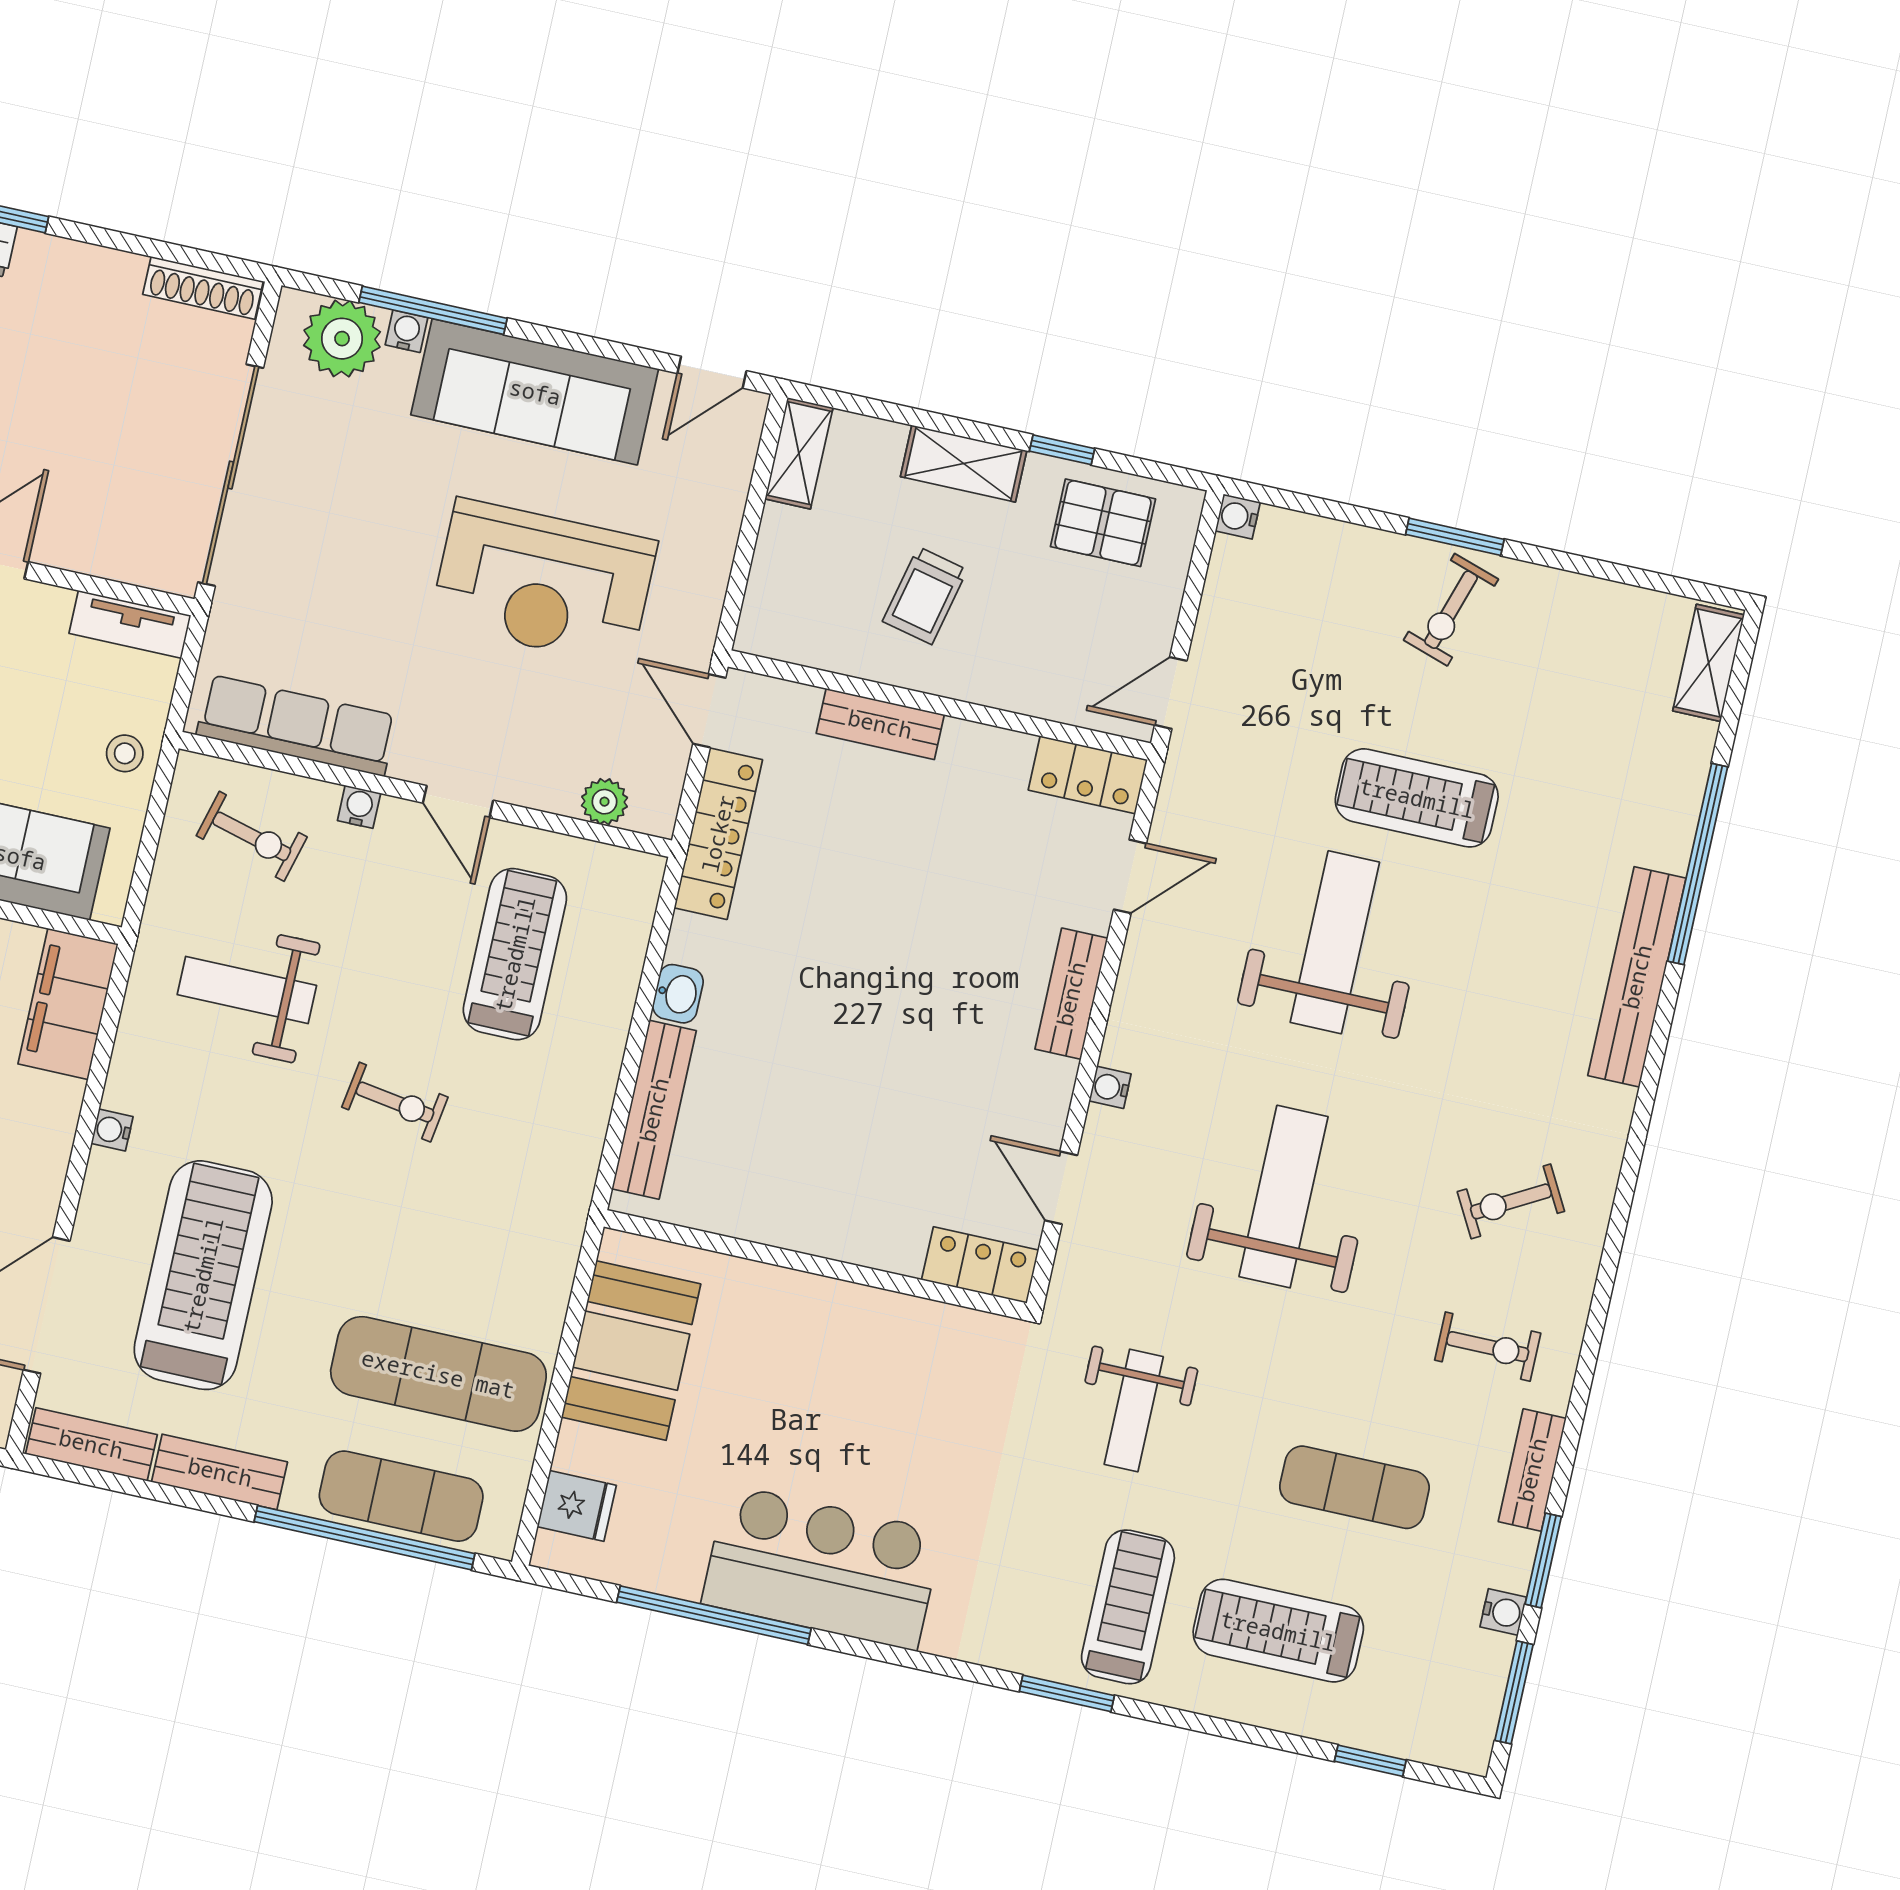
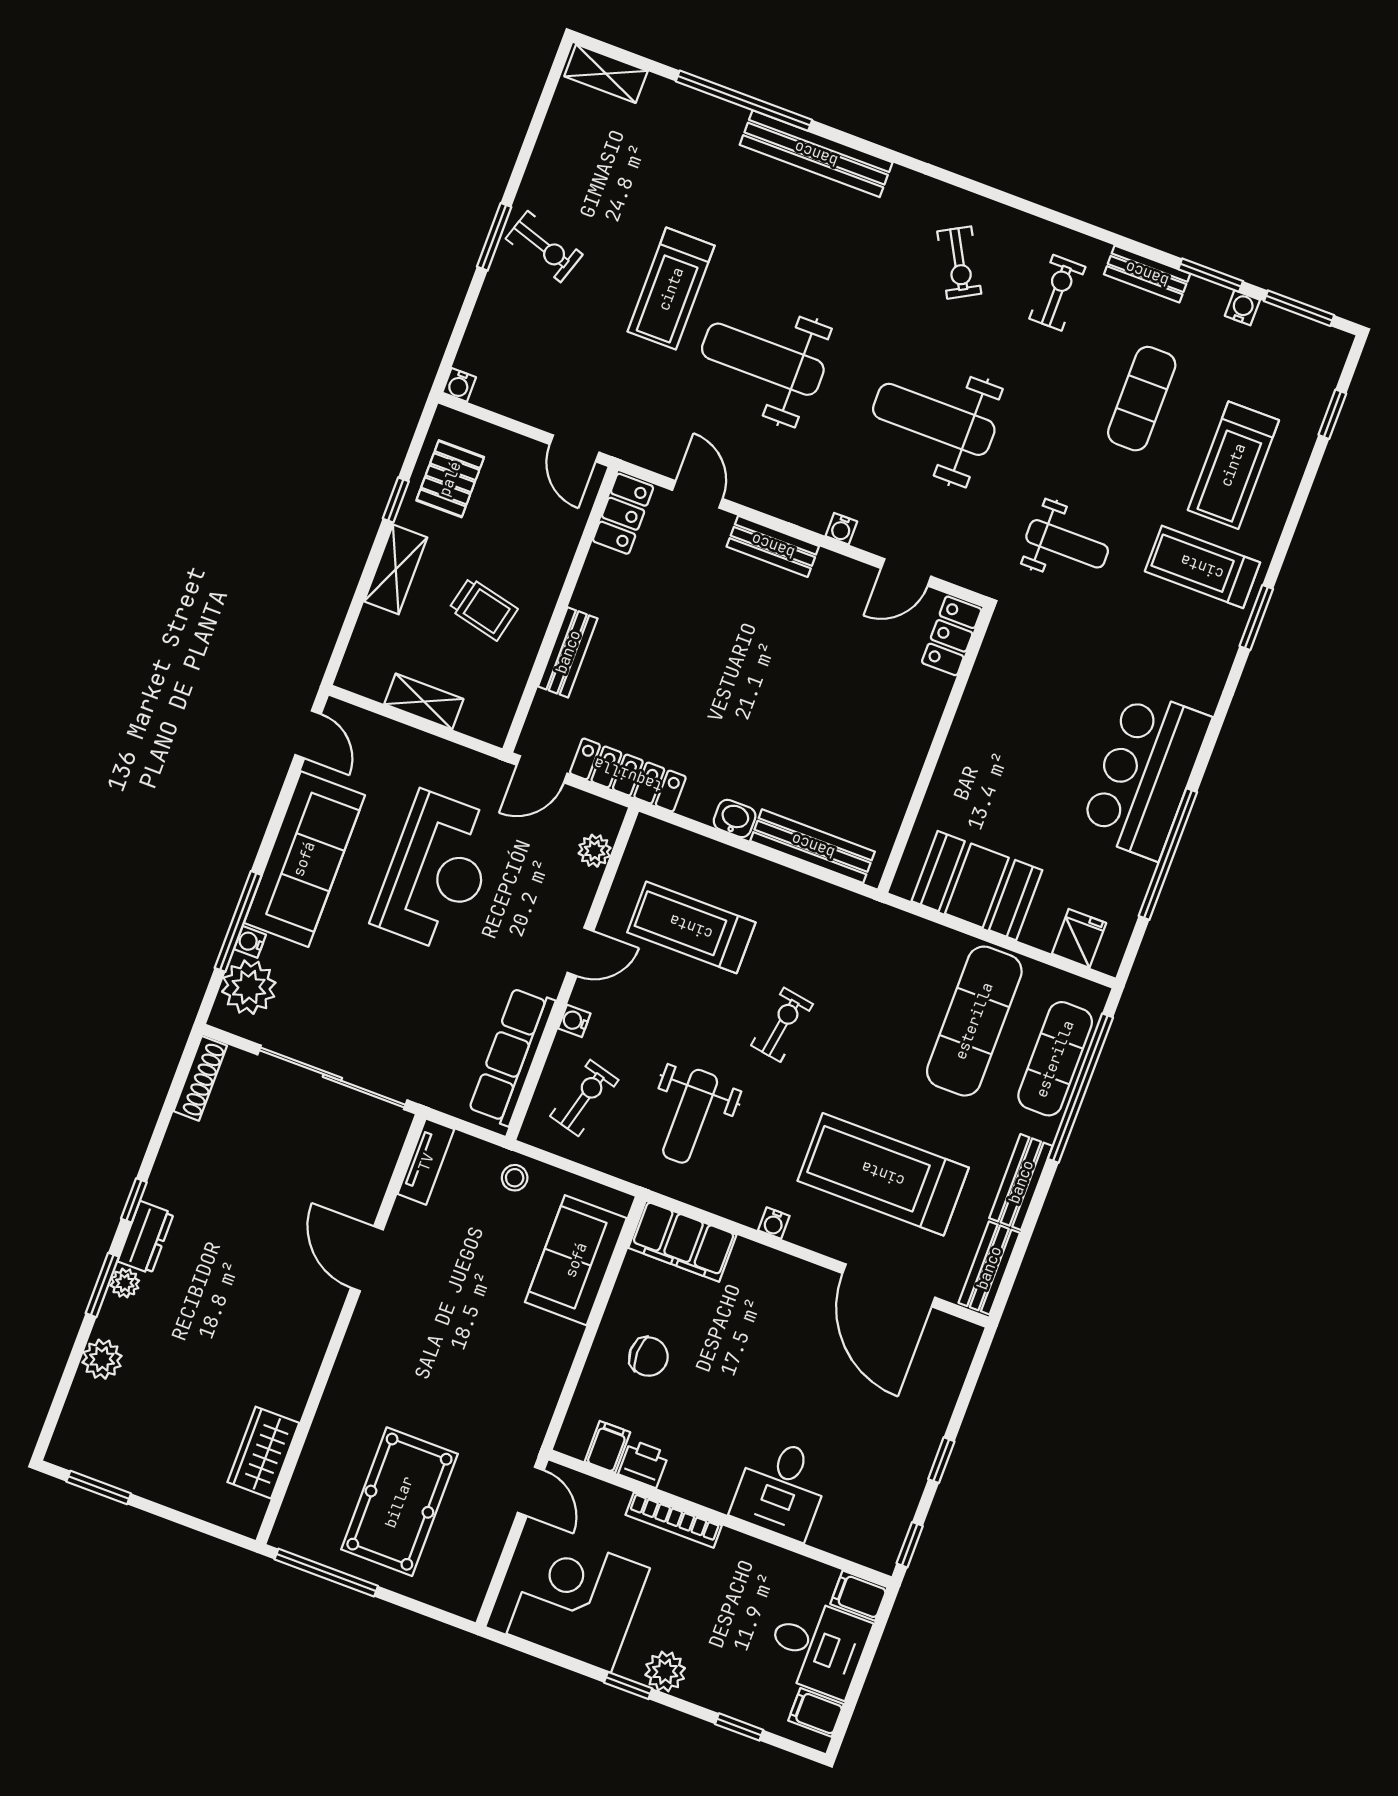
shelving: (799, 453) -> (424, 701), moved

